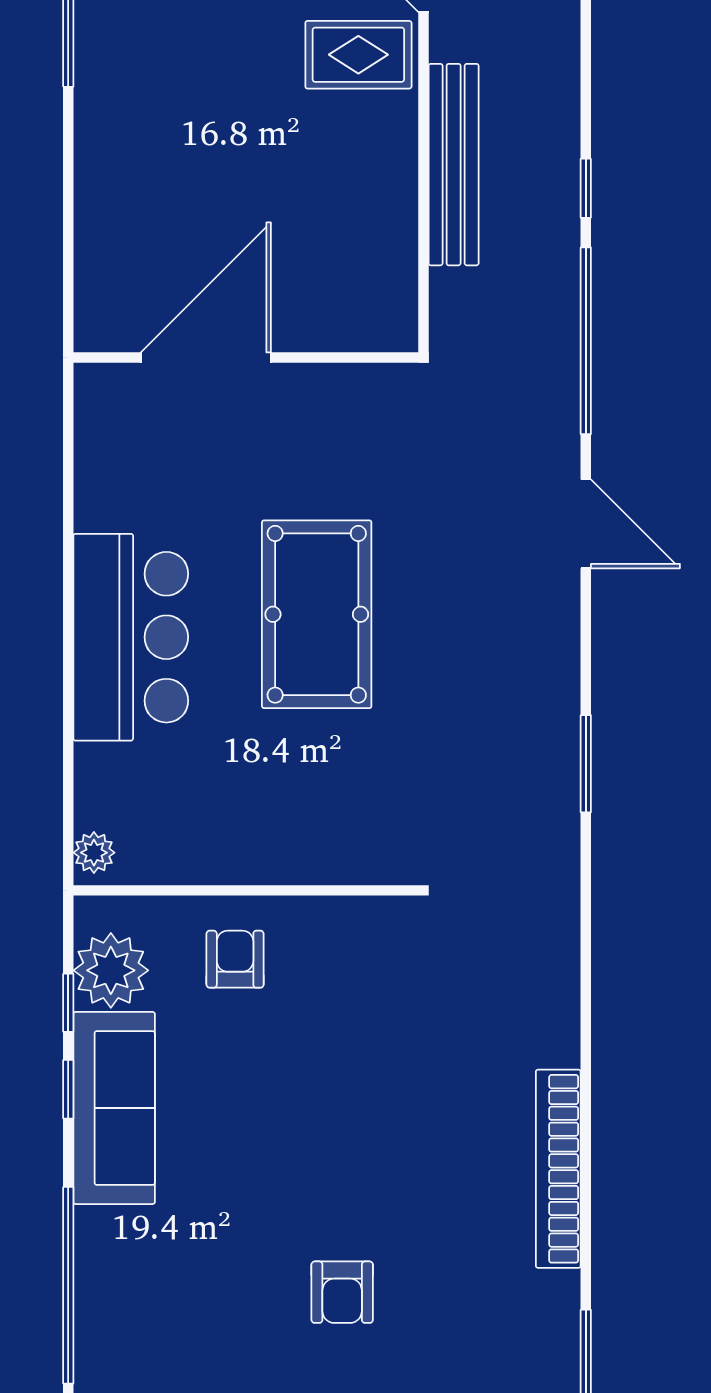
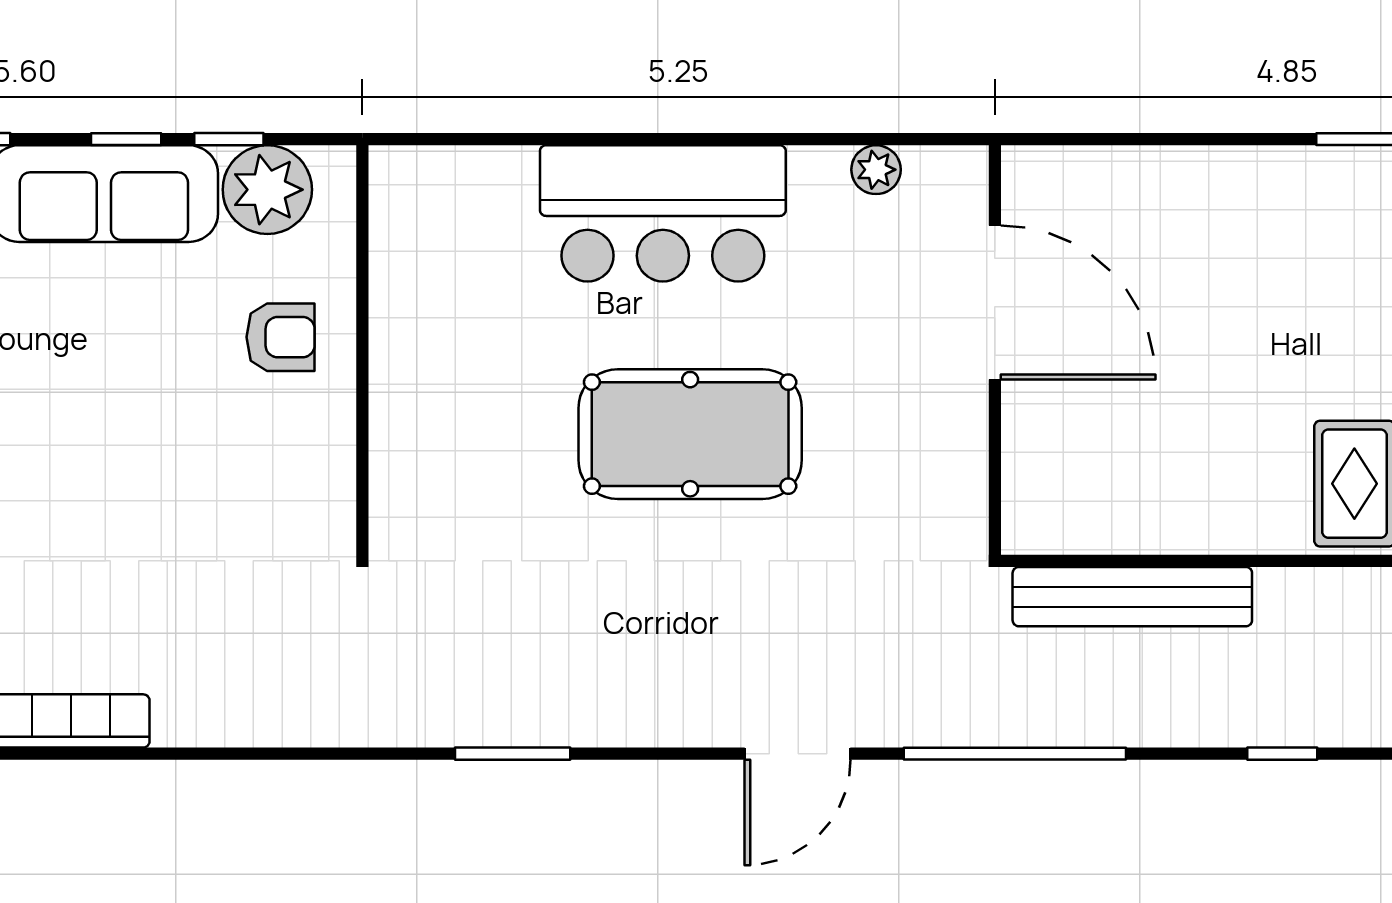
bench: (454, 165) -> (1132, 597), moved
window: (586, 188) -> (1282, 754), moved
plant: (94, 853) -> (876, 170), moved

